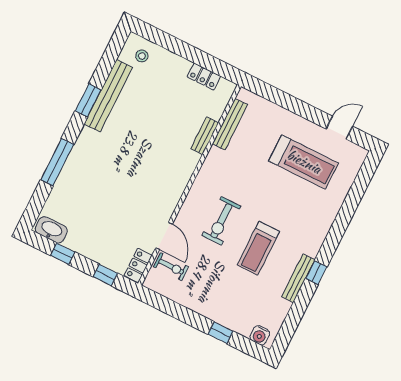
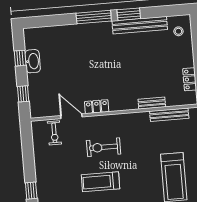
window: (57, 162) -> (94, 17), moved
washbasin: (51, 230) -> (33, 61), moved
door: (164, 236) -> (71, 116), swing flipped
locker: (138, 266) -> (97, 107), moved

